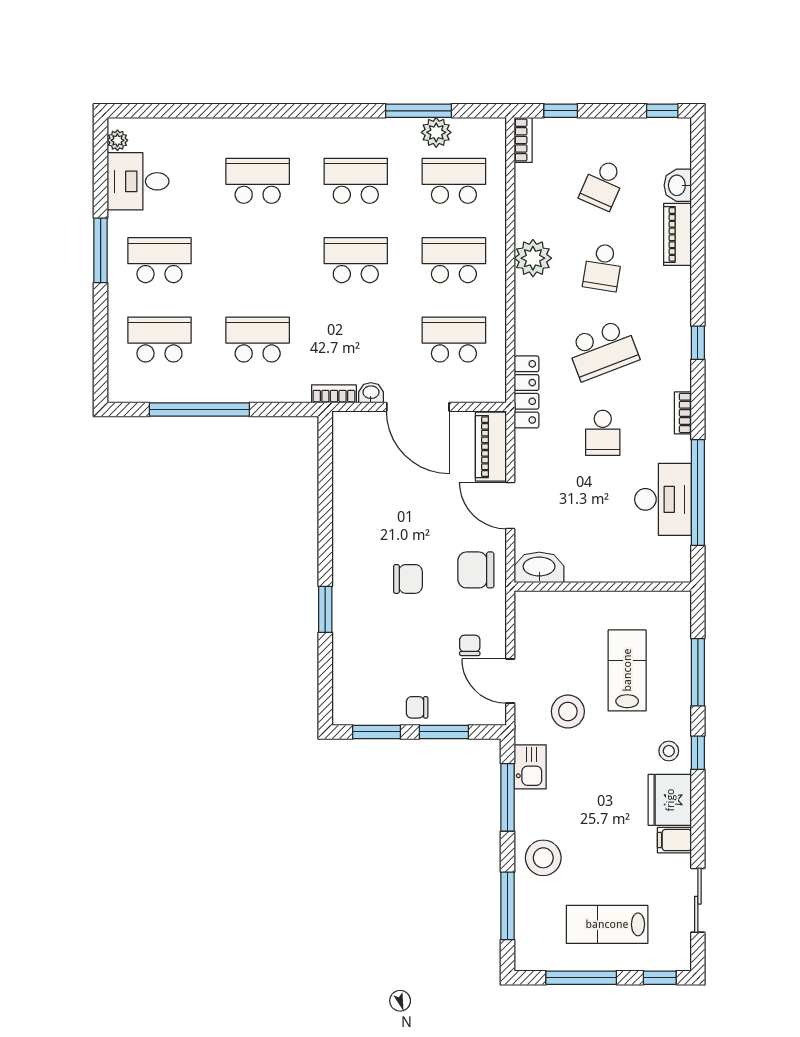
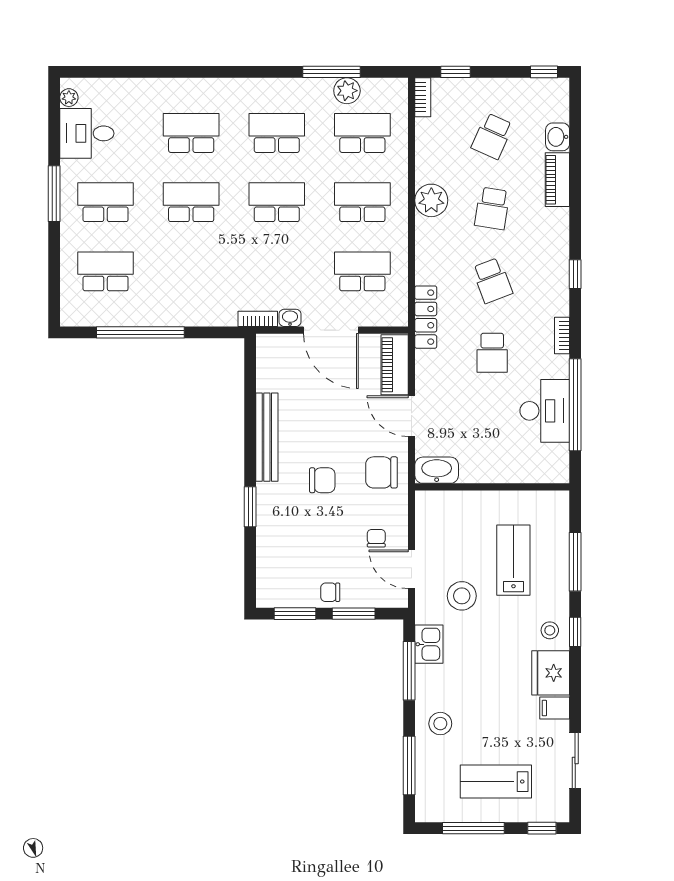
school desk: (258, 339) -> (191, 202), moved
school desk: (603, 350) -> (492, 281), width x0.54
bench: (344, 530) -> (267, 437), added
stool: (543, 858) -> (440, 724), width x0.73, depth x0.73

